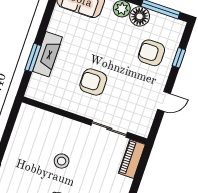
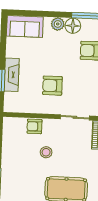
armchair: (57, 125) -> (34, 126), added

